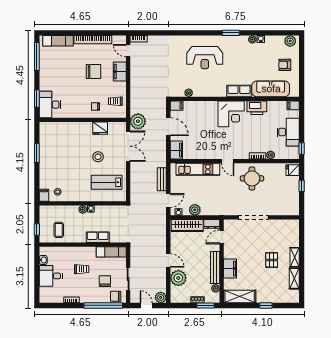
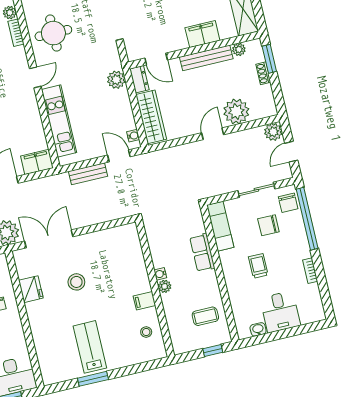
lab bench: (107, 182) -> (90, 347), moved, turned 180
filing cabinet: (44, 195) -> (144, 301), moved
plant: (195, 210) -> (116, 80), moved

